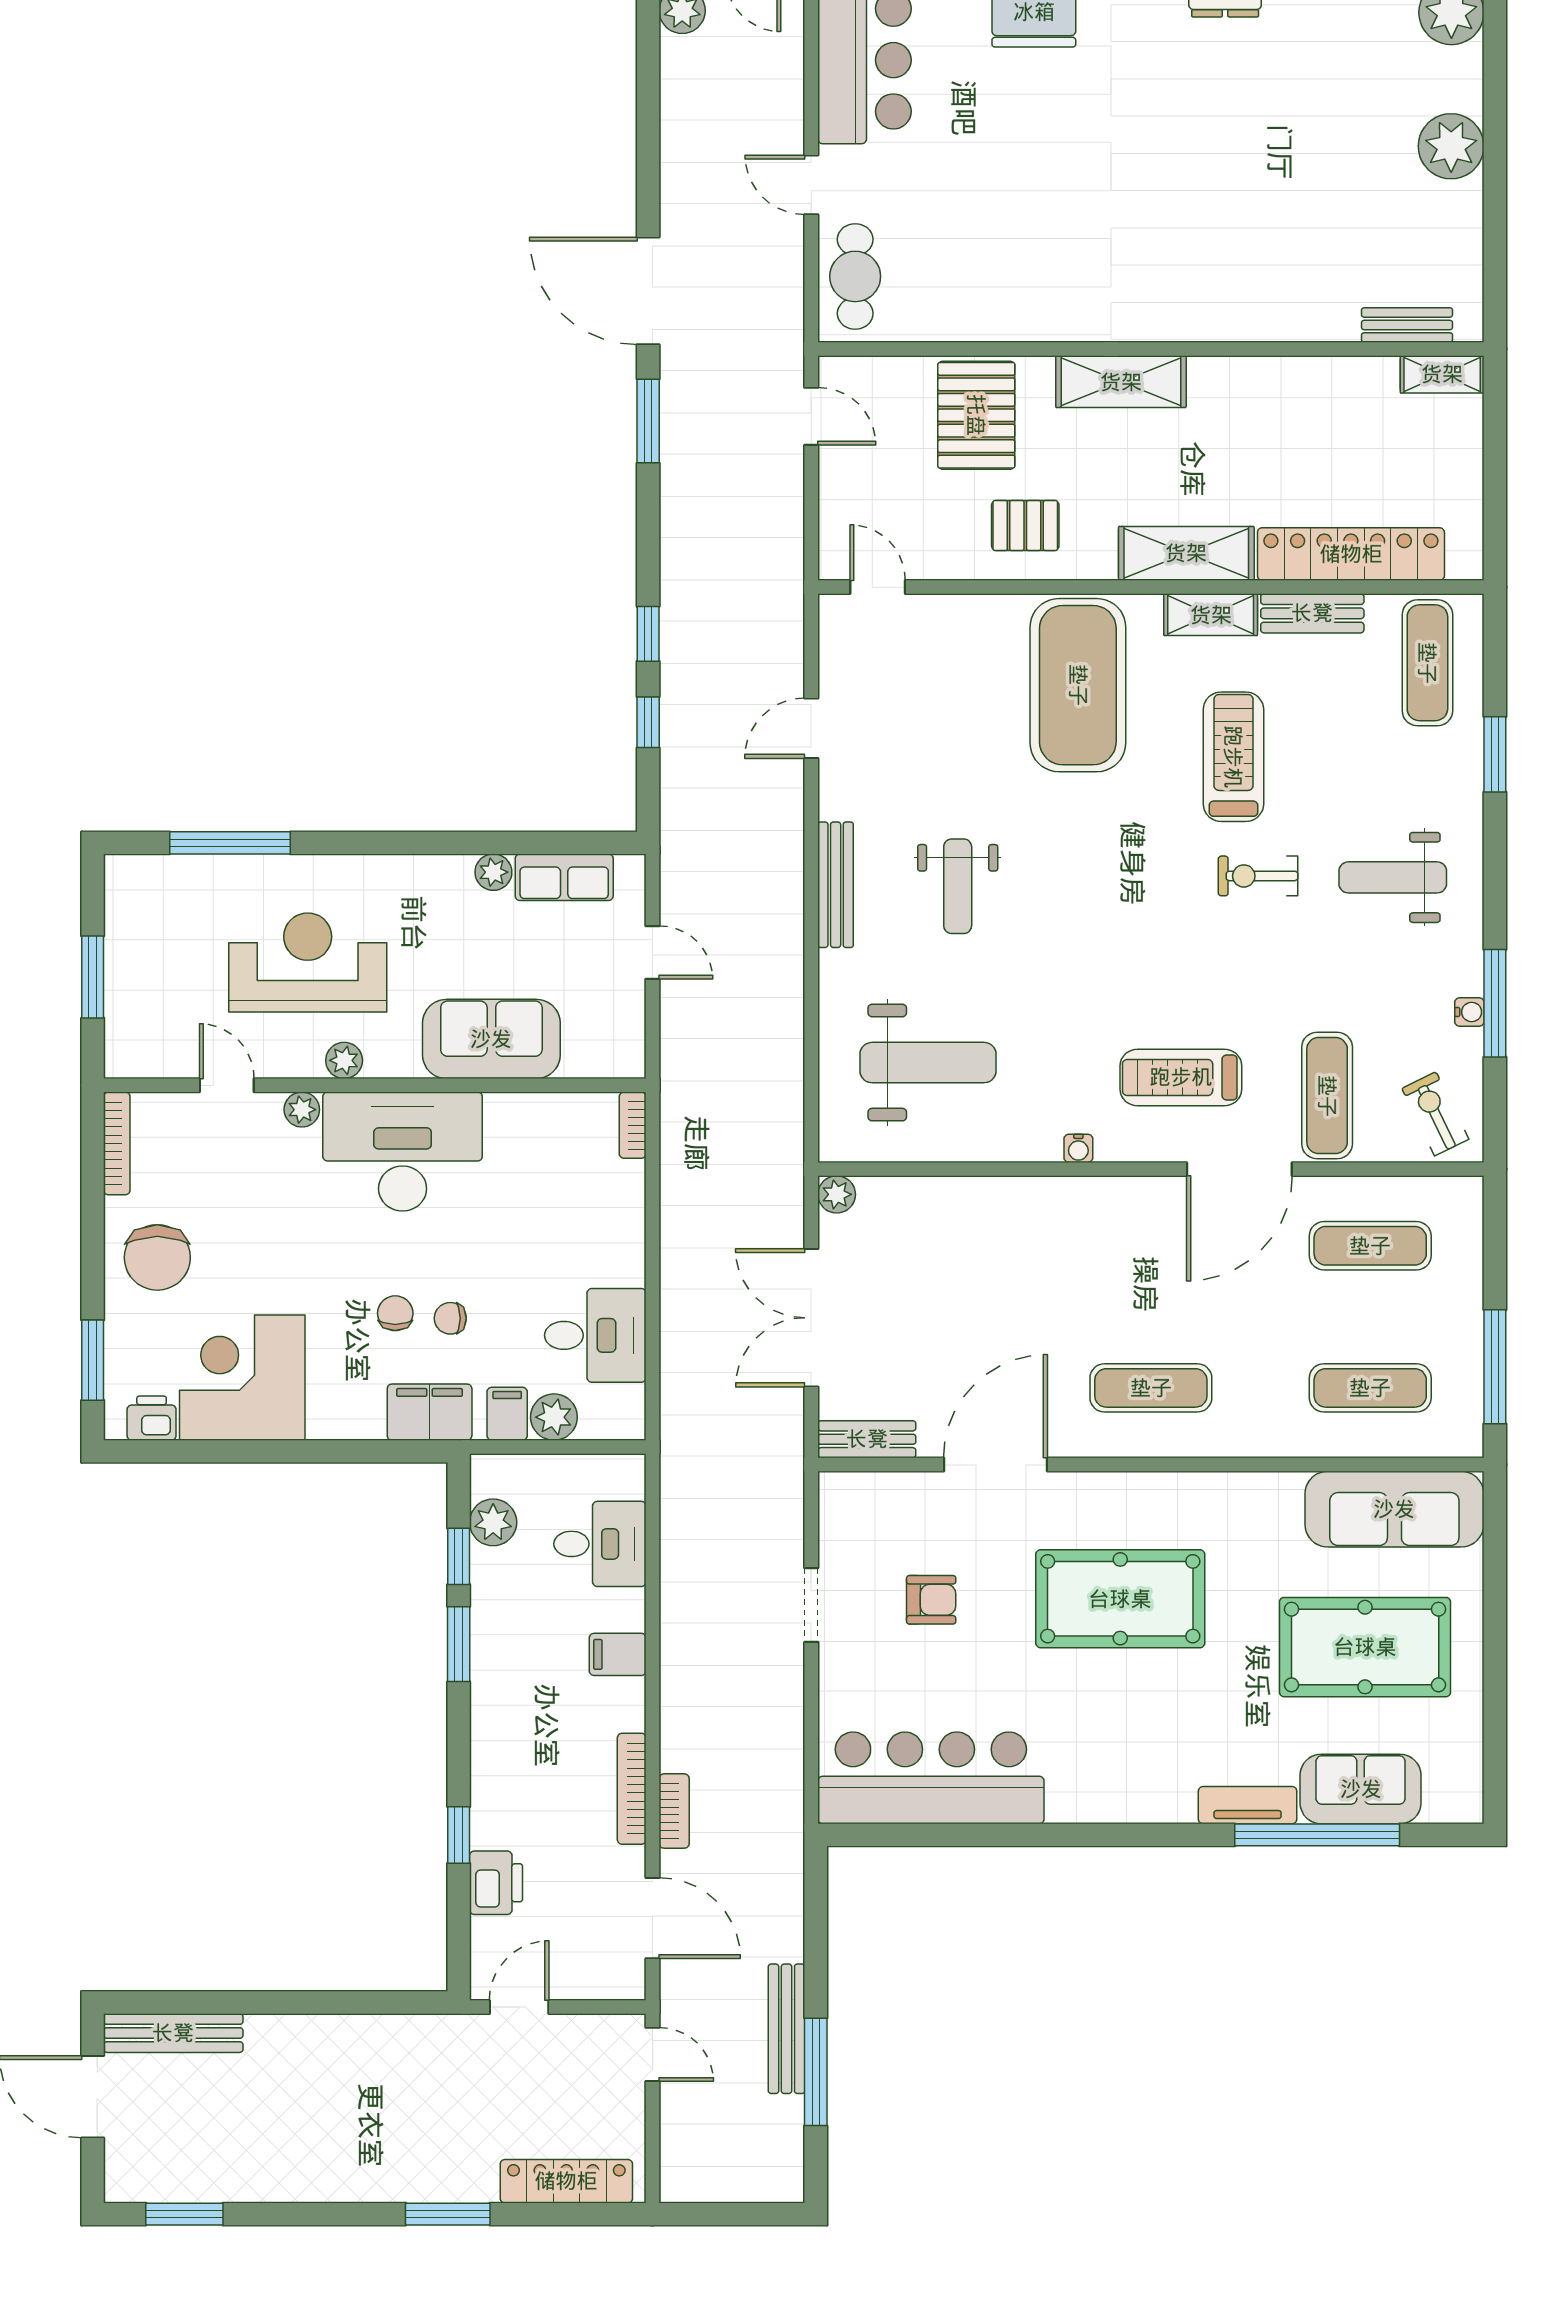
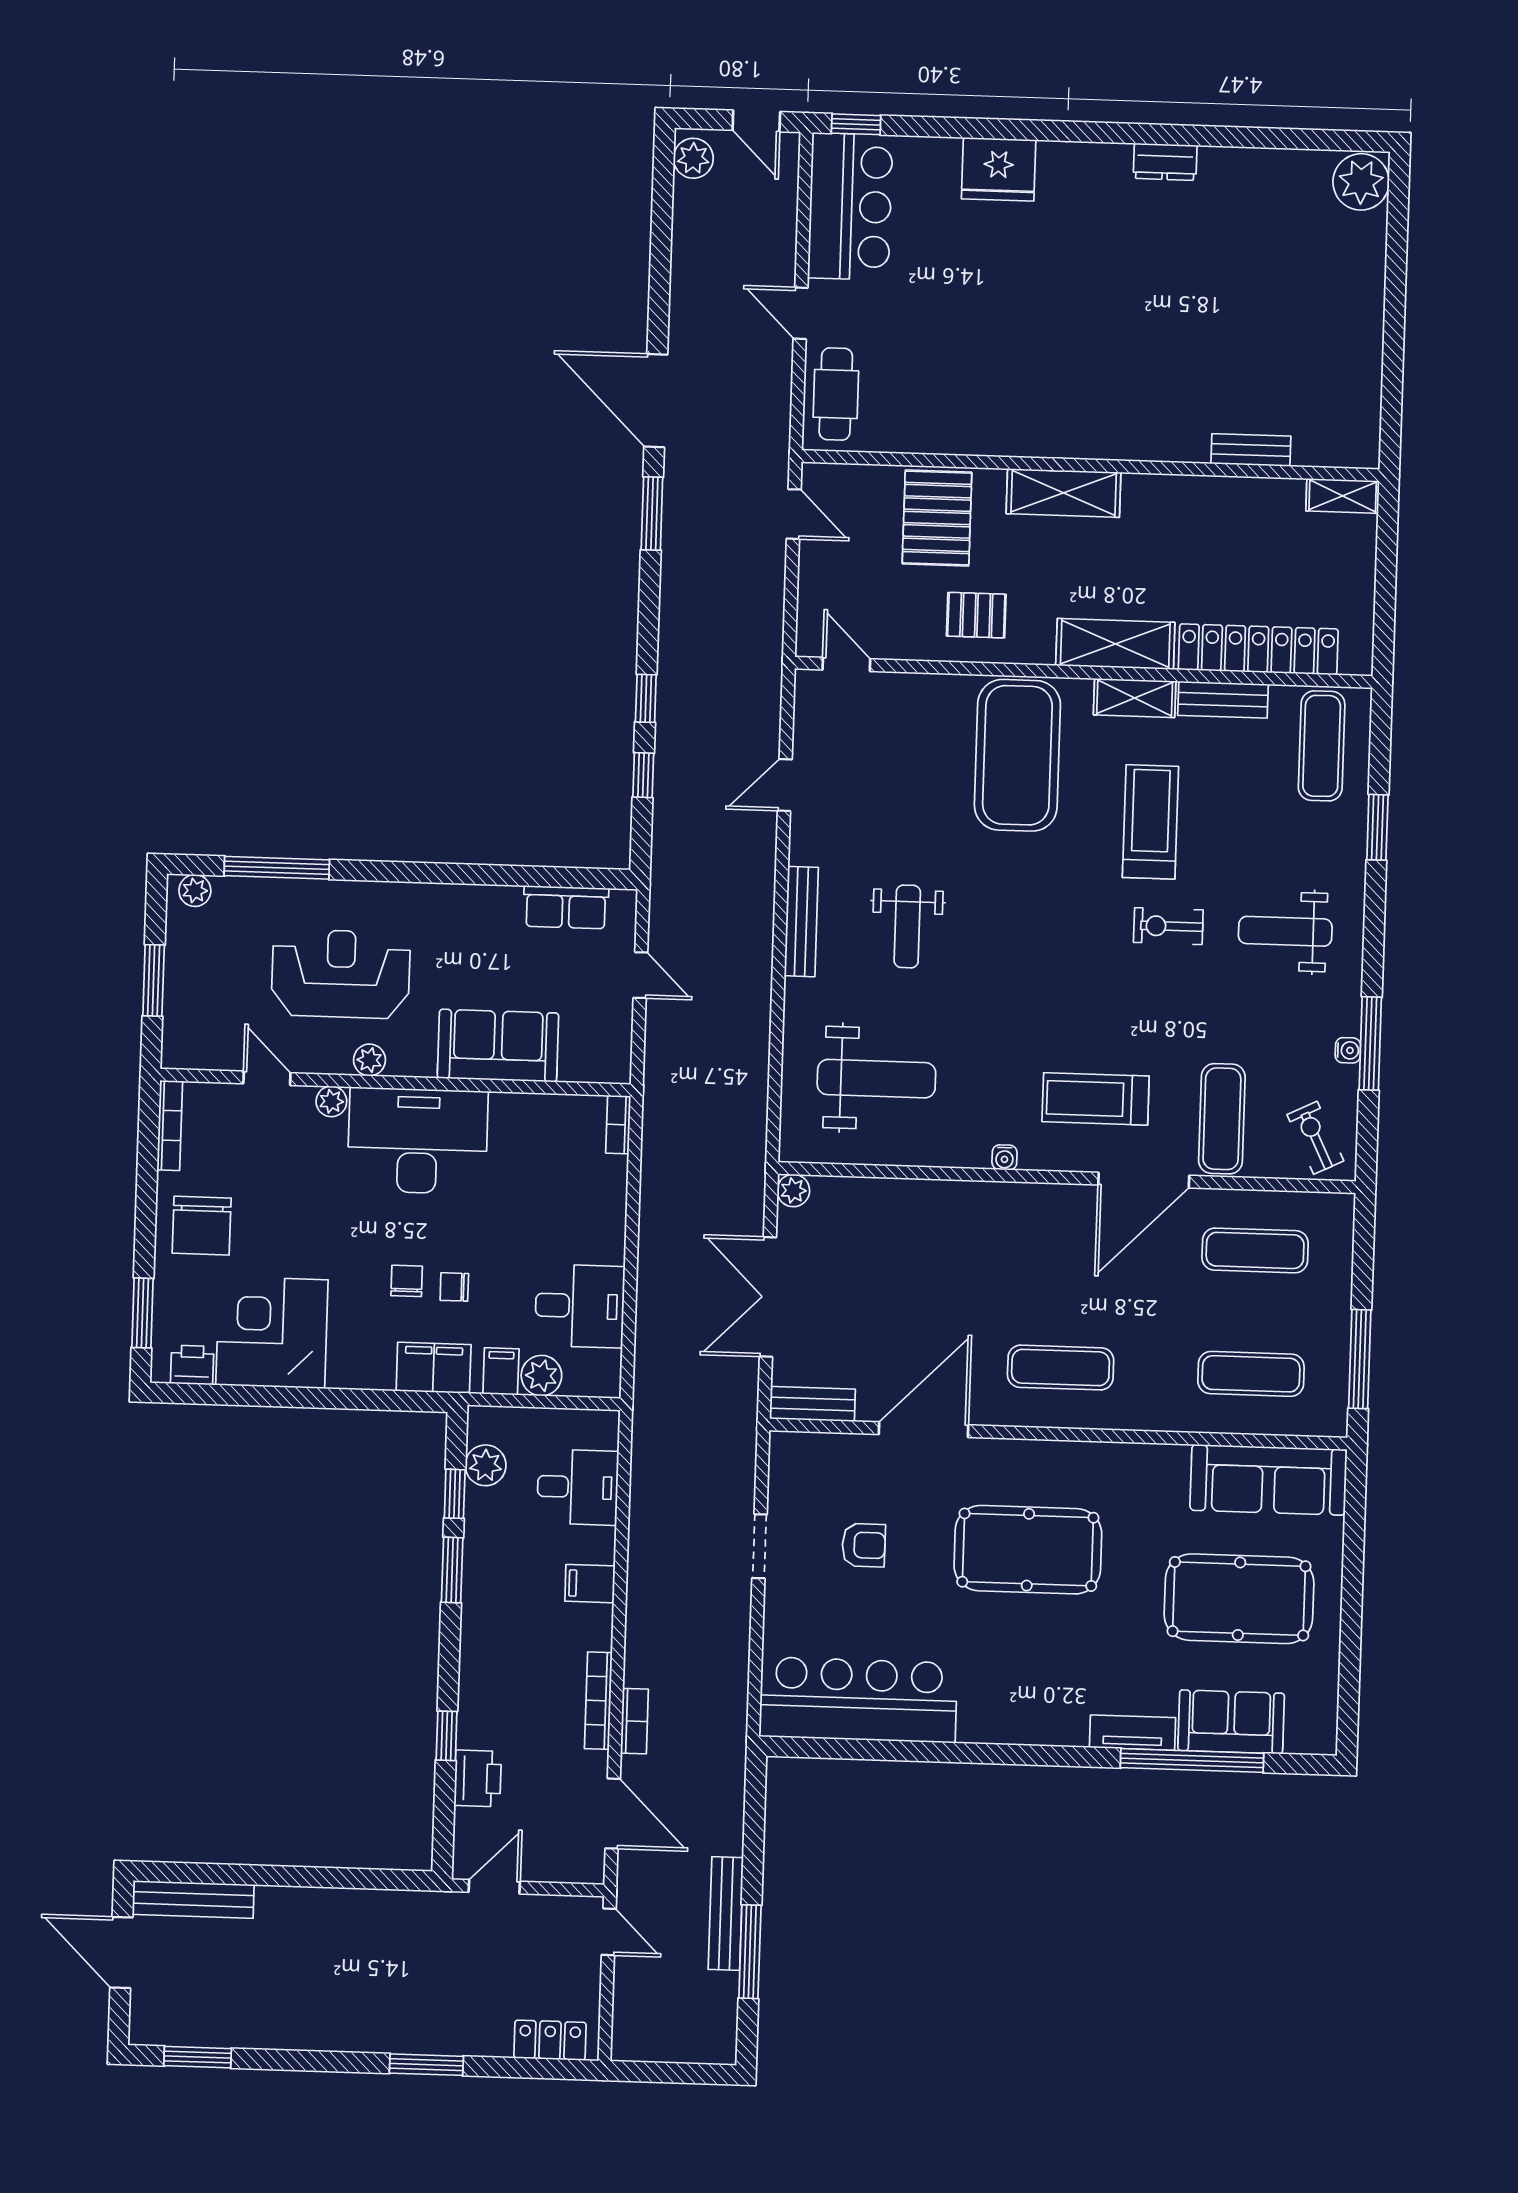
plant: (1451, 146) -> (1357, 298), removed
bench: (1407, 325) -> (1251, 450), moved
plant: (493, 872) -> (195, 891), moved
locker: (566, 2181) -> (550, 2040), width x0.66

